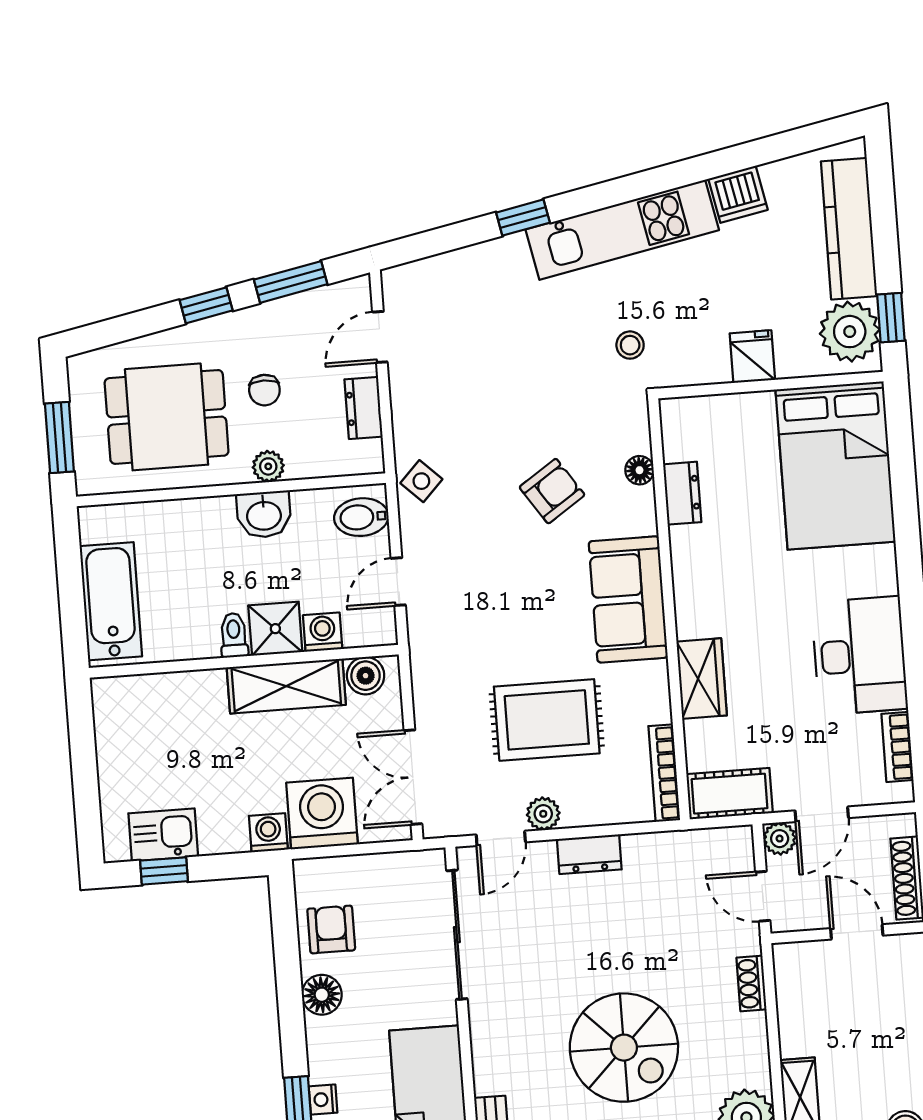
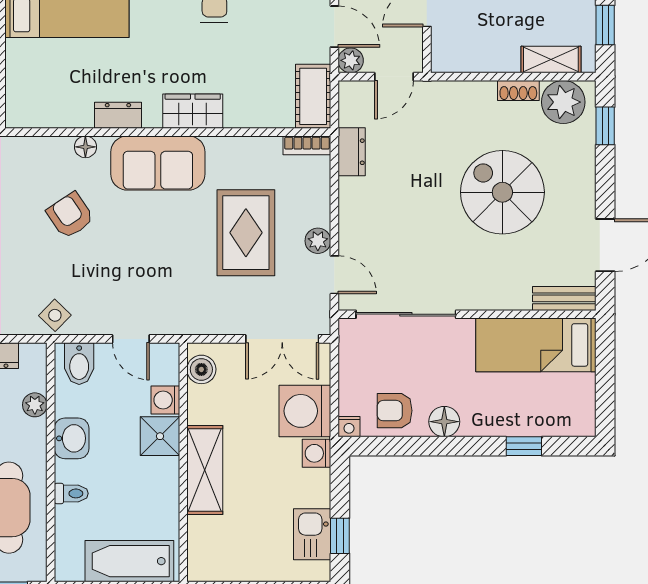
plant: (268, 466) -> (35, 405), moved
floor lamp: (639, 470) -> (85, 147), moved
dresser: (682, 493) -> (118, 115), moved
toilet: (234, 635) -> (71, 493), moved, turned 180
wardrobe: (702, 679) -> (193, 111), moved
shelving: (286, 686) -> (205, 470), moved
bookcase: (664, 773) -> (307, 145), width x0.64
dresser: (589, 854) -> (352, 152), moved
shoe rack: (751, 984) -> (518, 90), moved
spiral stairs: (624, 1048) -> (502, 192), turned -90
nightstand: (323, 1099) -> (349, 427), moved

